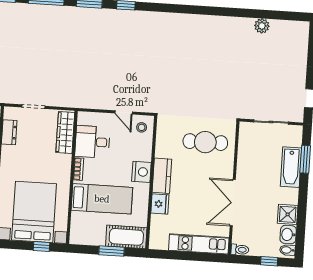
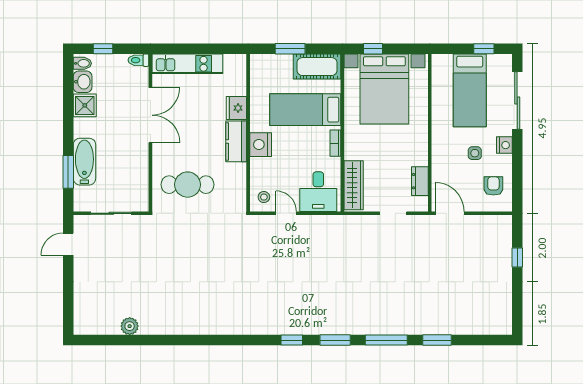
desk: (92, 142) -> (318, 192), moved, turned 90
cot: (126, 237) -> (317, 67), moved

